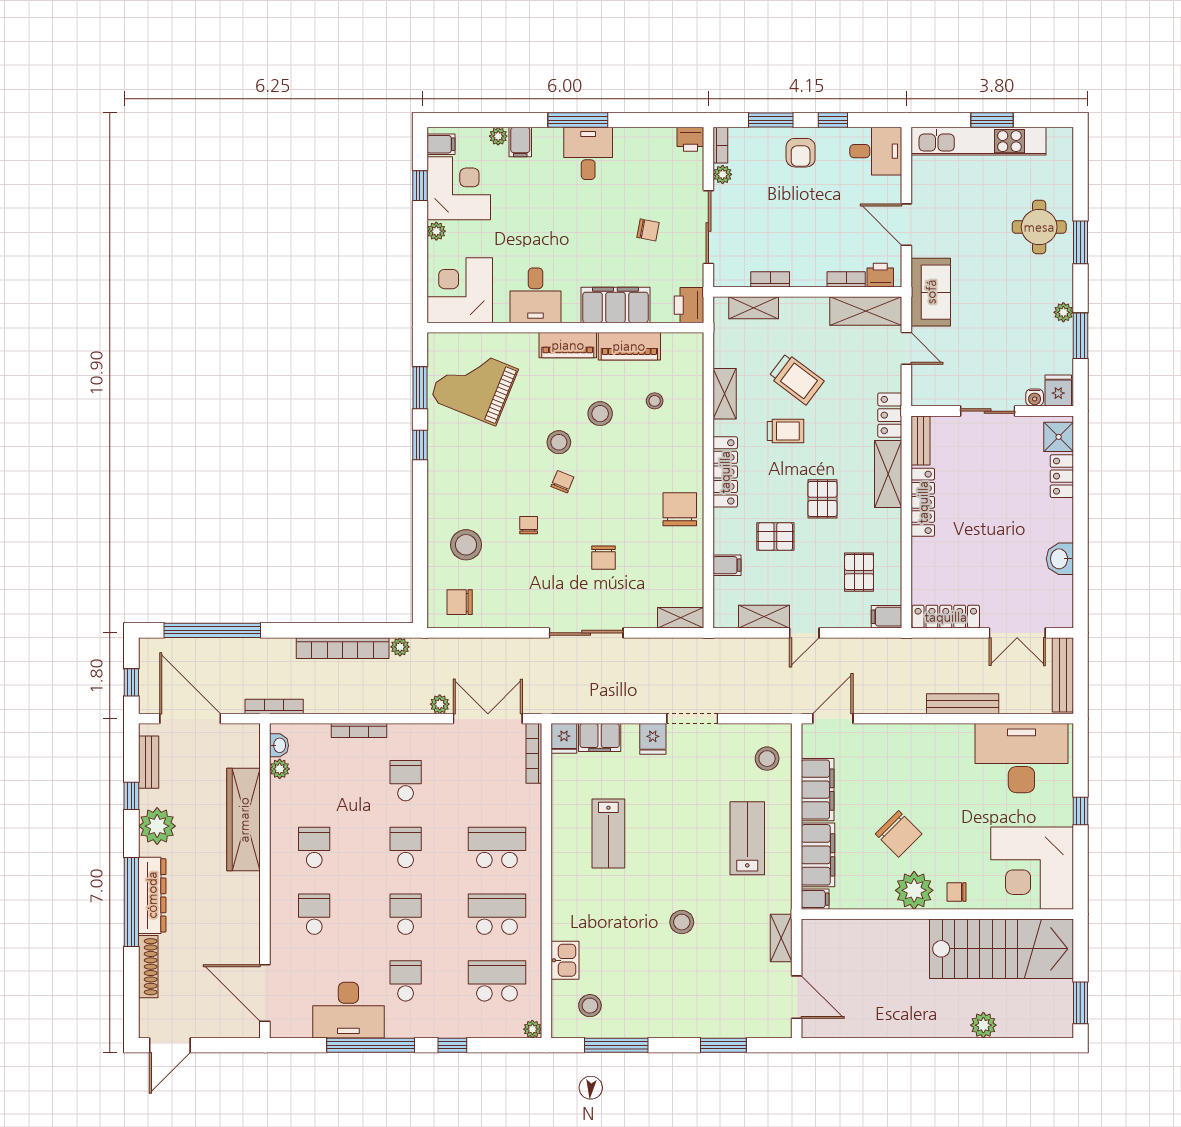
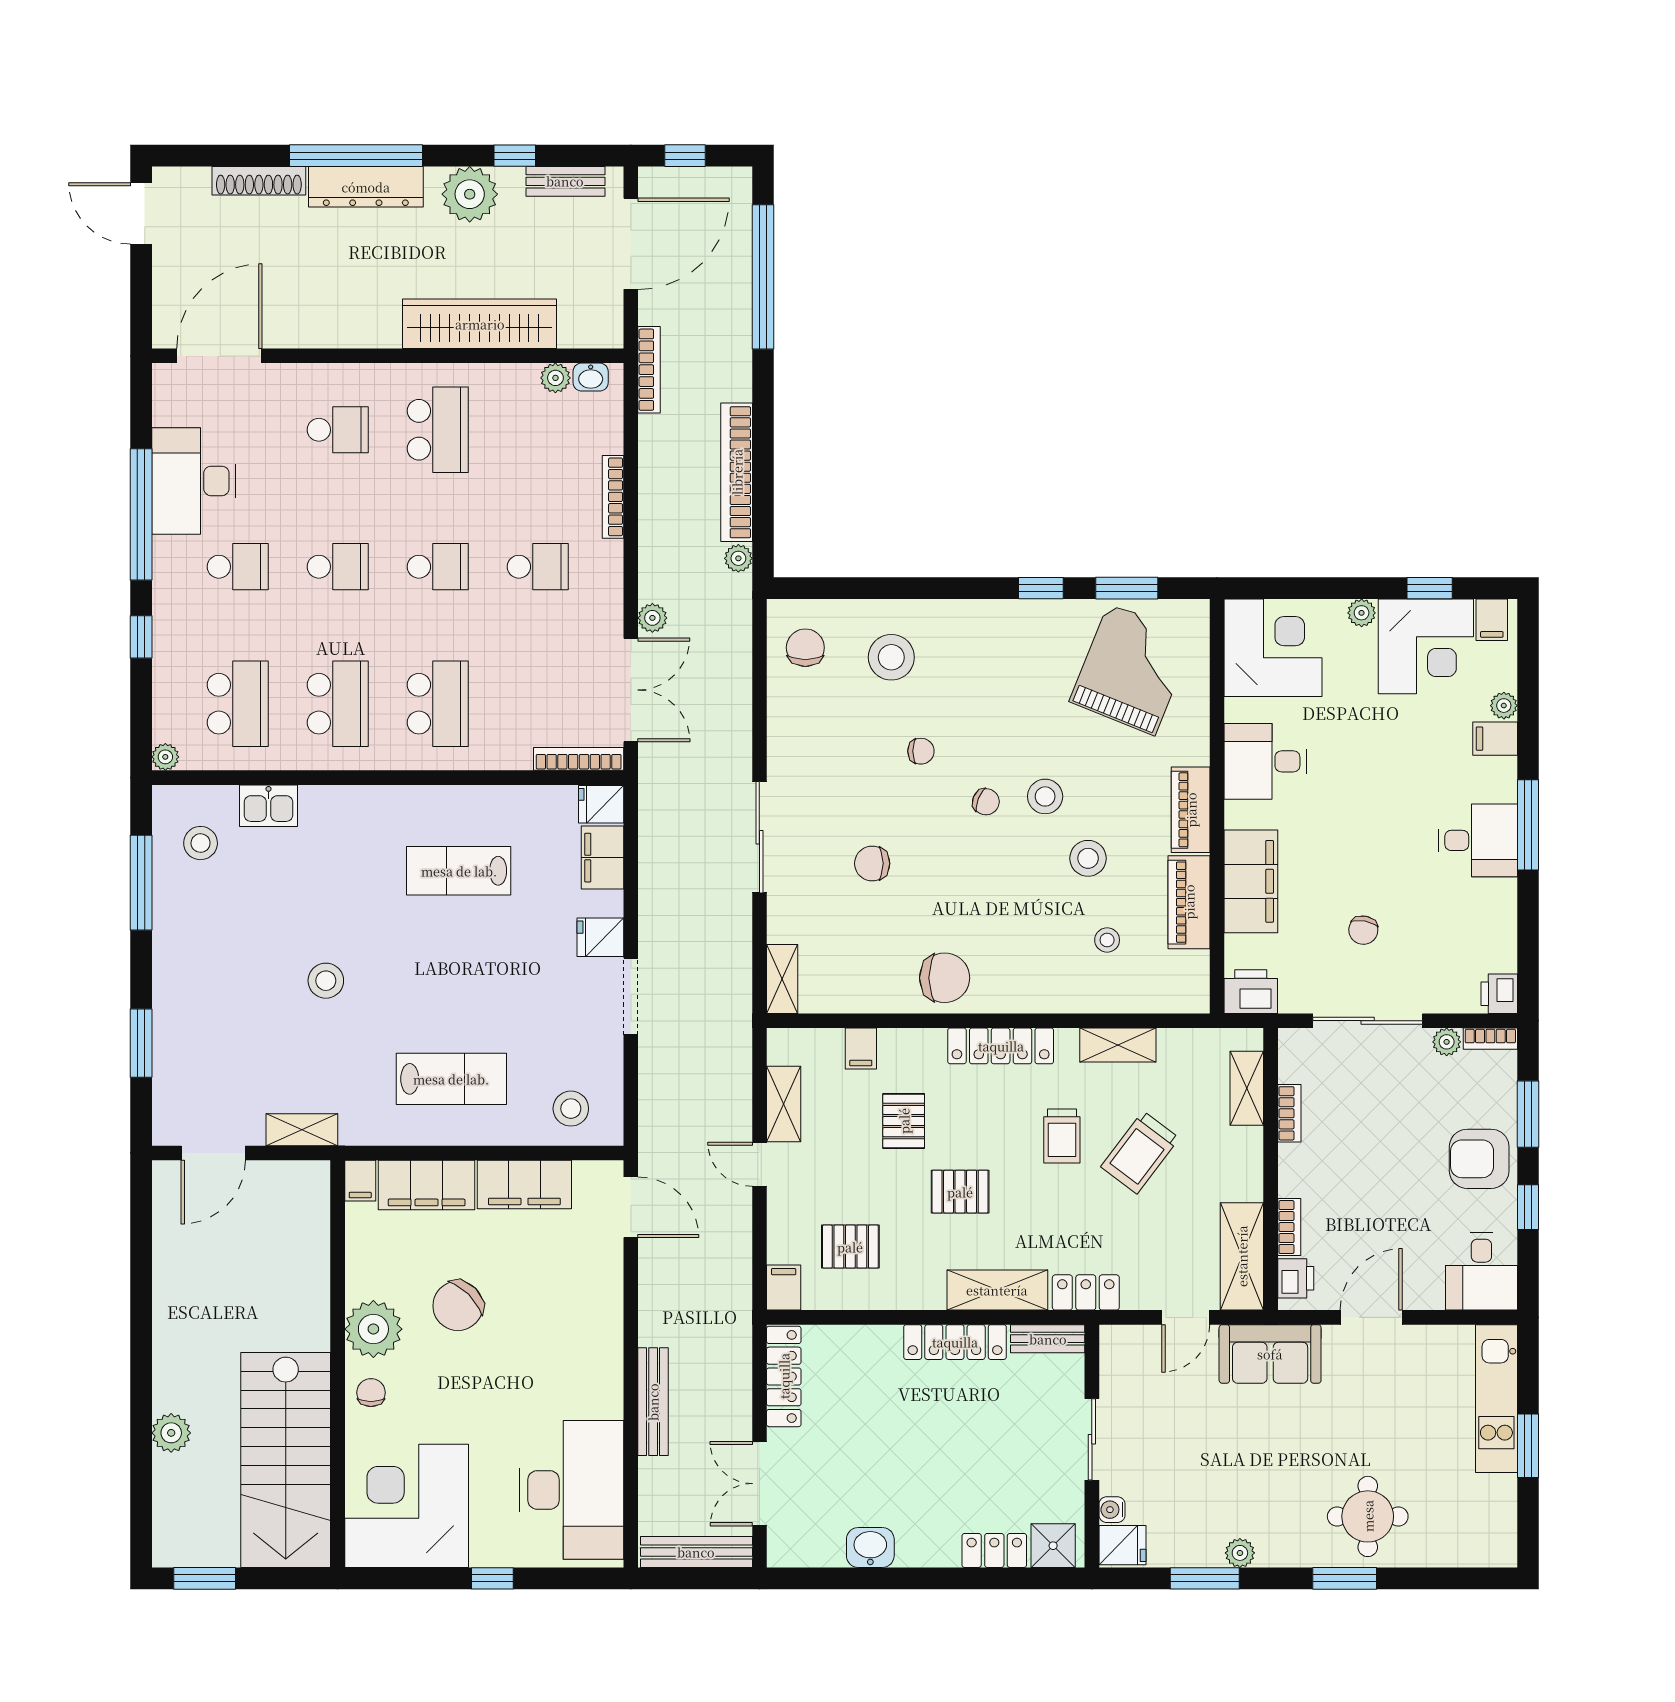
kitchen unit: (978, 141) -> (1496, 1399), width x0.73
armchair: (801, 153) -> (1479, 1159), width x1.38, depth x1.38
school desk: (314, 847) -> (438, 430), width x1.85

